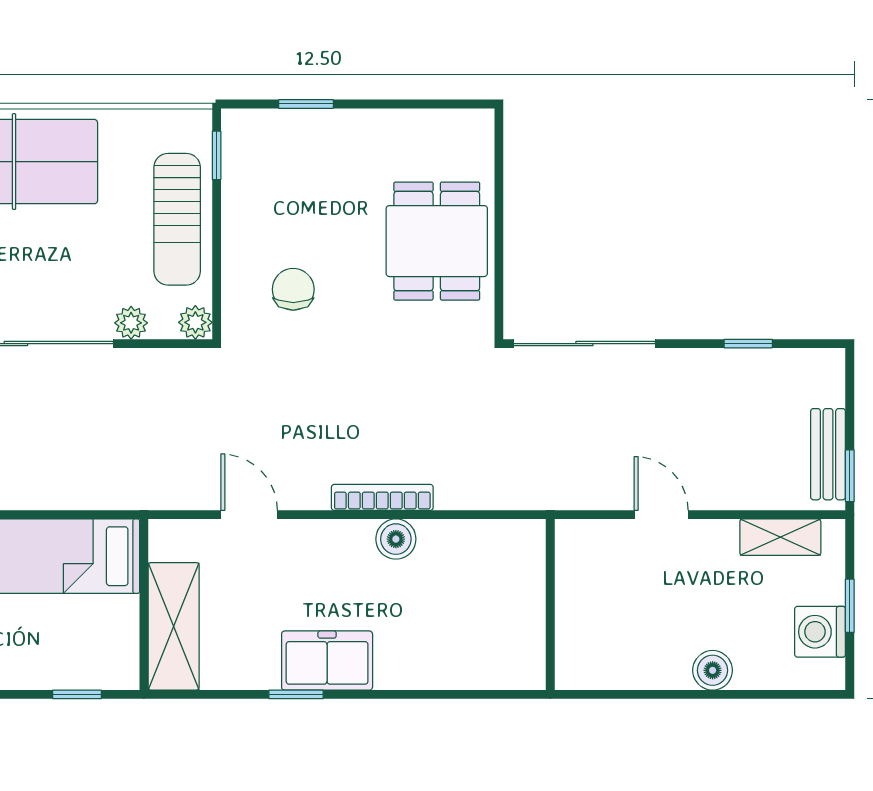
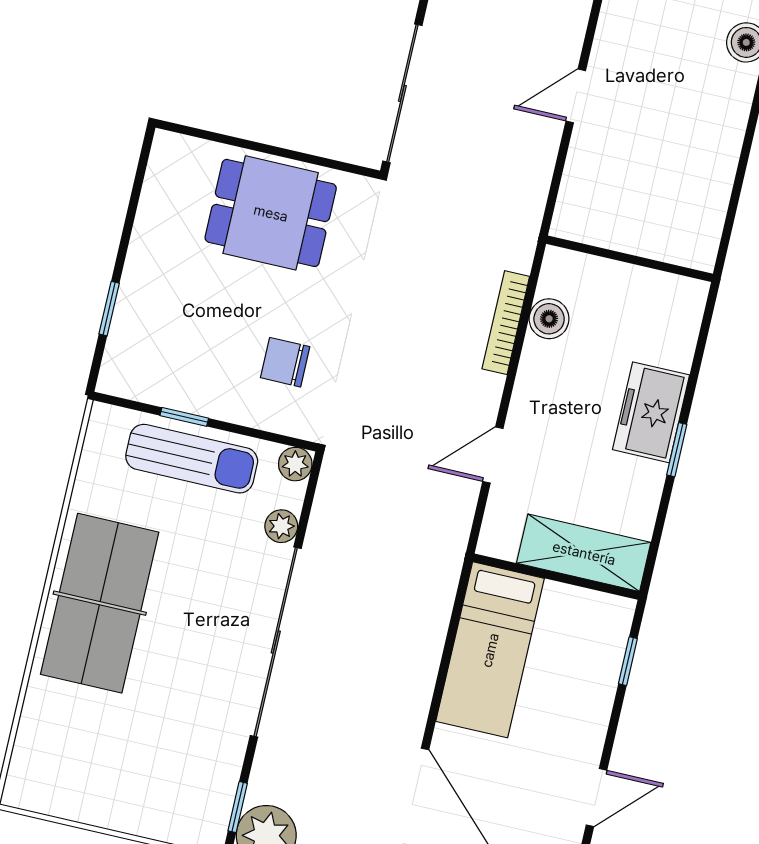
window: (217, 155) -> (184, 417), moved
door: (661, 515) -> (576, 96), moved
wall: (550, 605) -> (629, 259), moved

